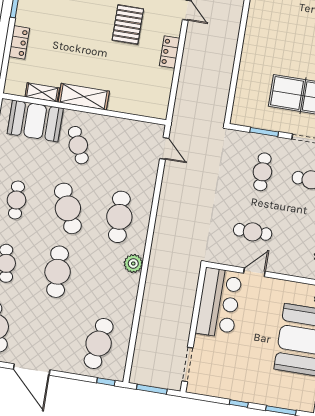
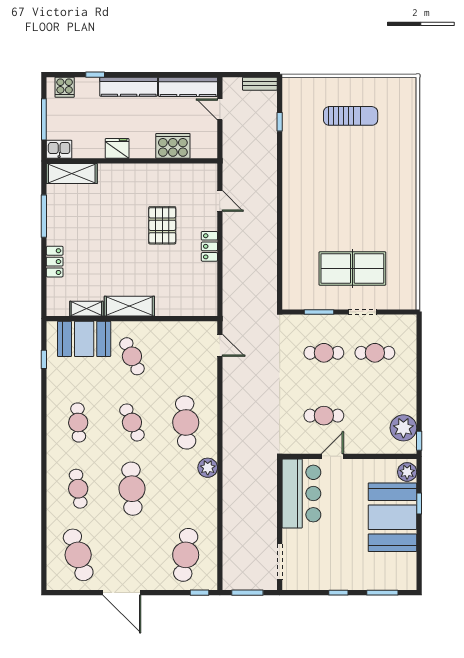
cafe table: (262, 172) -> (324, 353), turned 90
cafe table: (68, 208) -> (132, 422), width x0.73, depth x0.74

